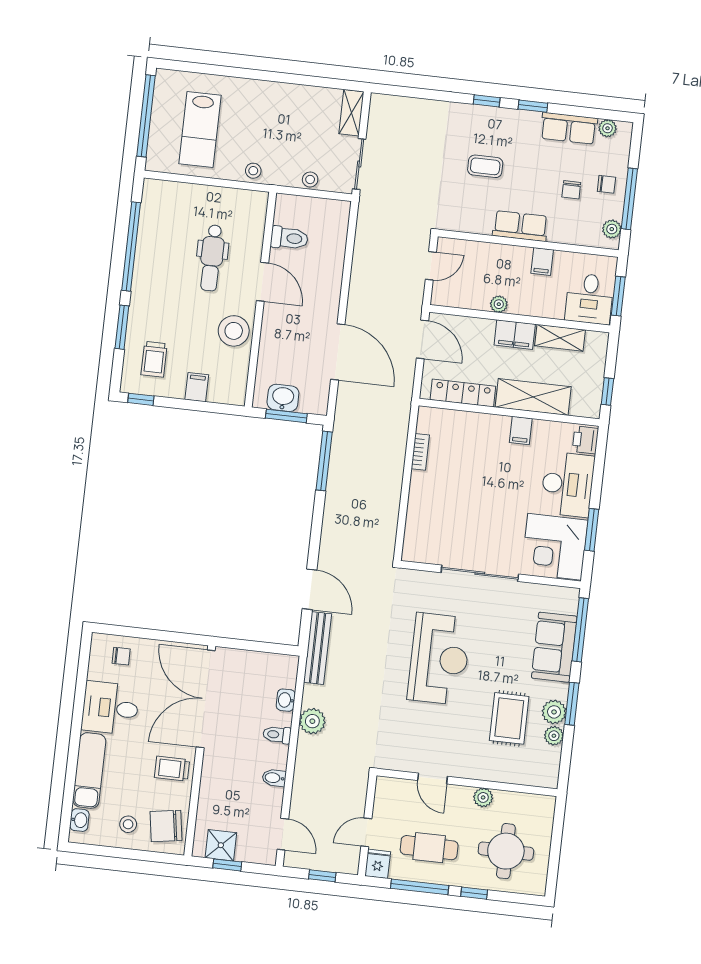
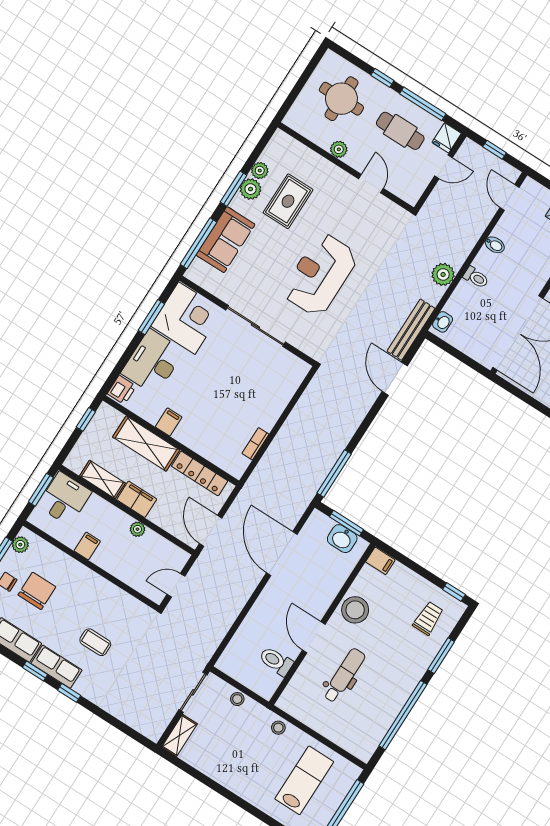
chair: (571, 190) -> (37, 591), width x1.87, depth x1.87
row of seats: (520, 226) -> (56, 667), moved, turned 180
filing cabinet: (197, 387) -> (380, 561), moved, turned -90
washbasin: (286, 700) -> (443, 322), moved

